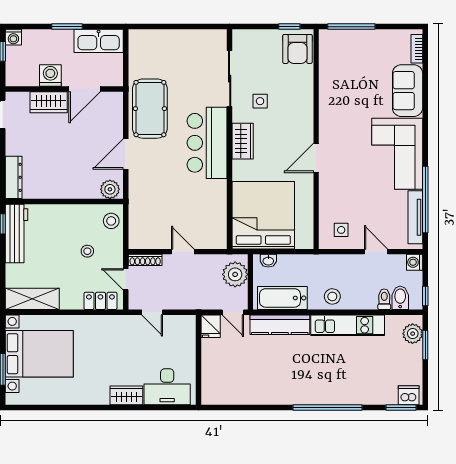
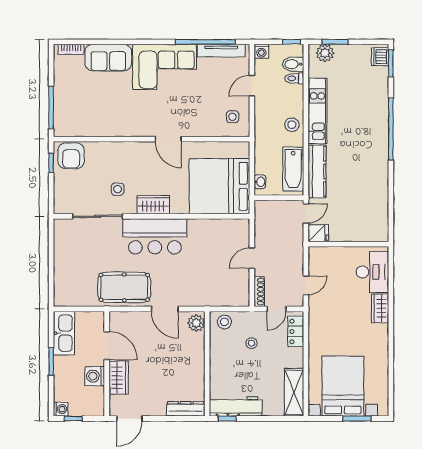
armchair: (297, 49) -> (71, 156), turned 90
plant: (235, 274) -> (272, 211), removed

